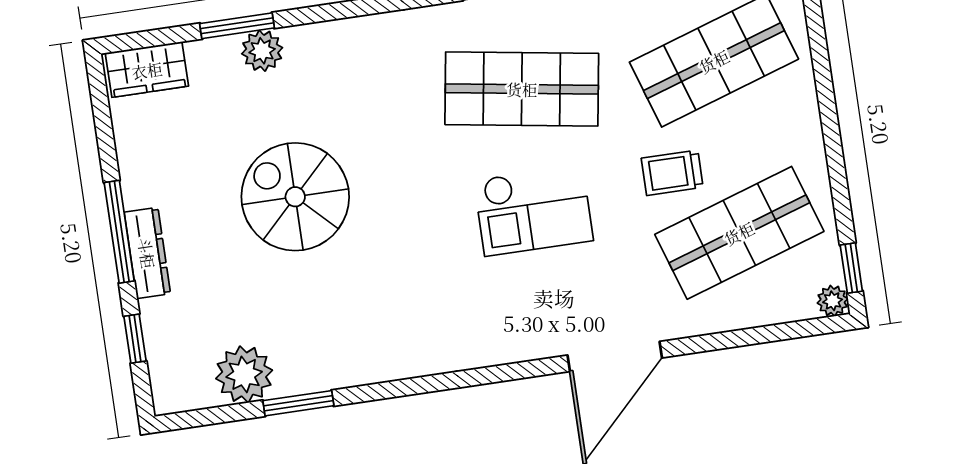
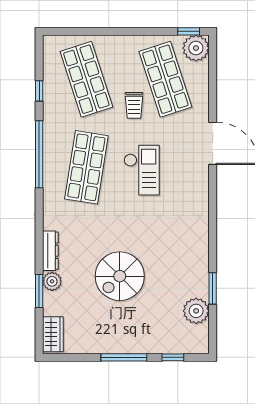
dresser: (147, 253) -> (50, 251), moved, turned 90
plant: (833, 301) -> (196, 48), width x1.88, depth x1.88

